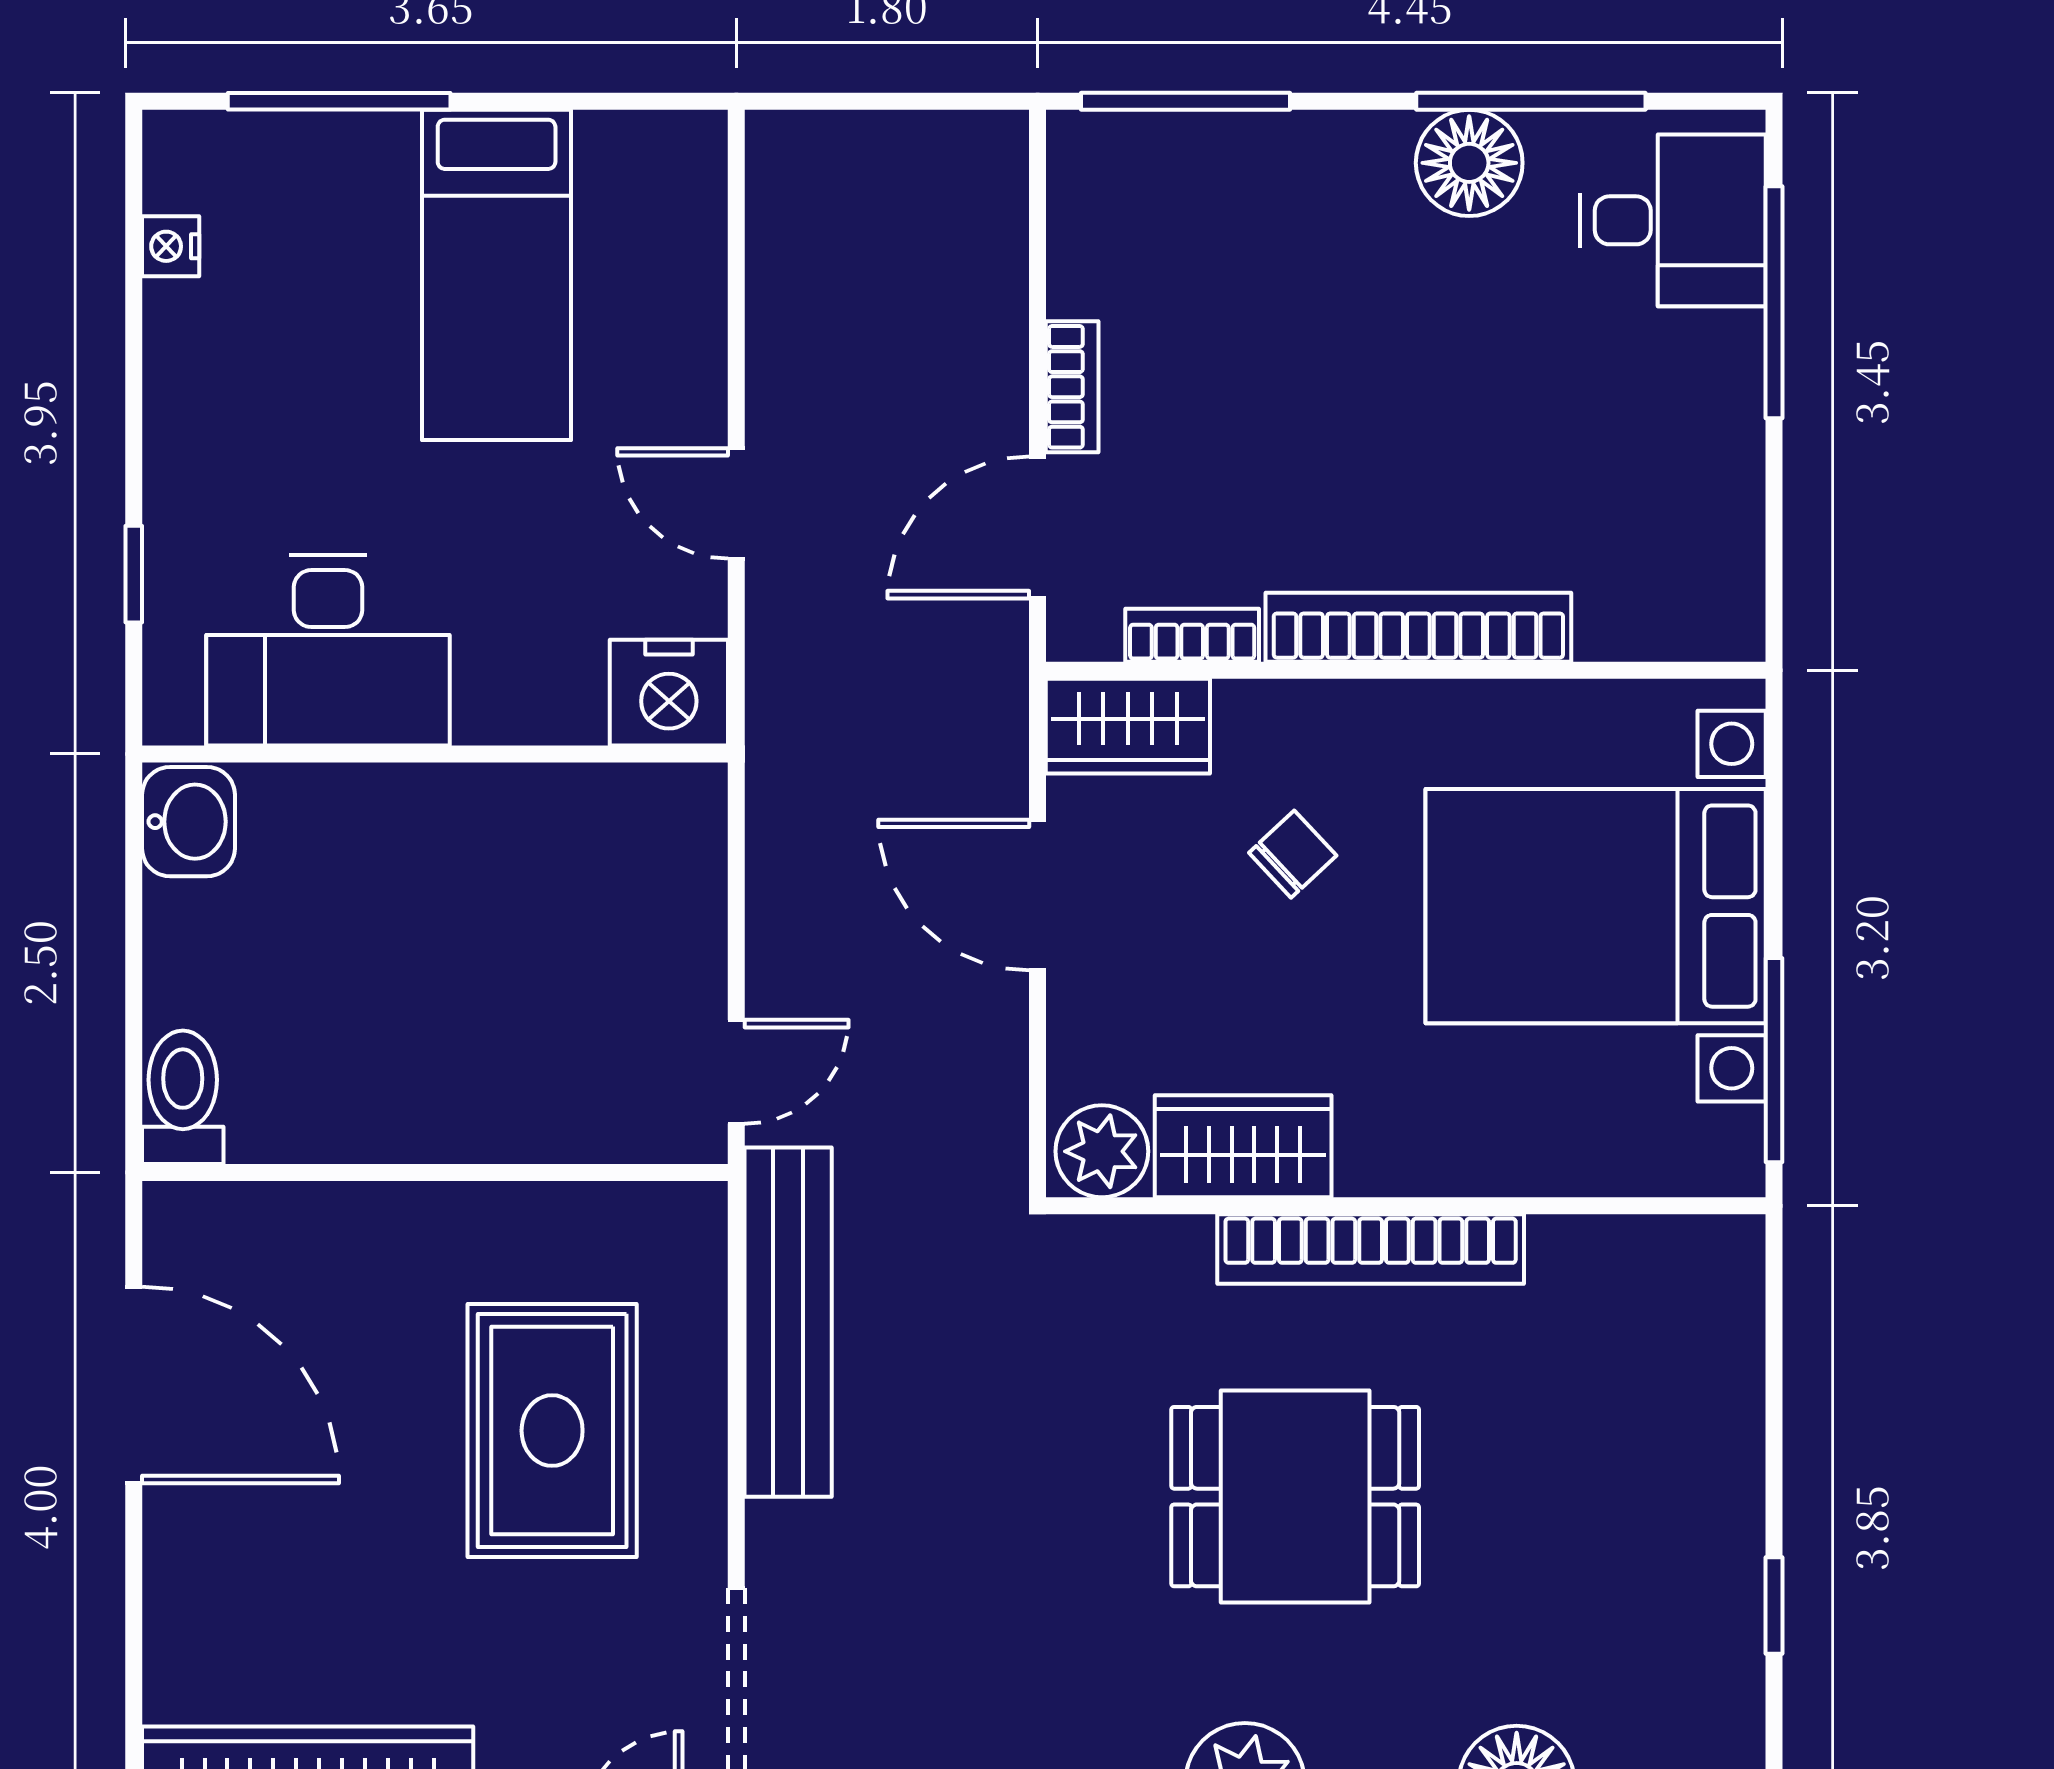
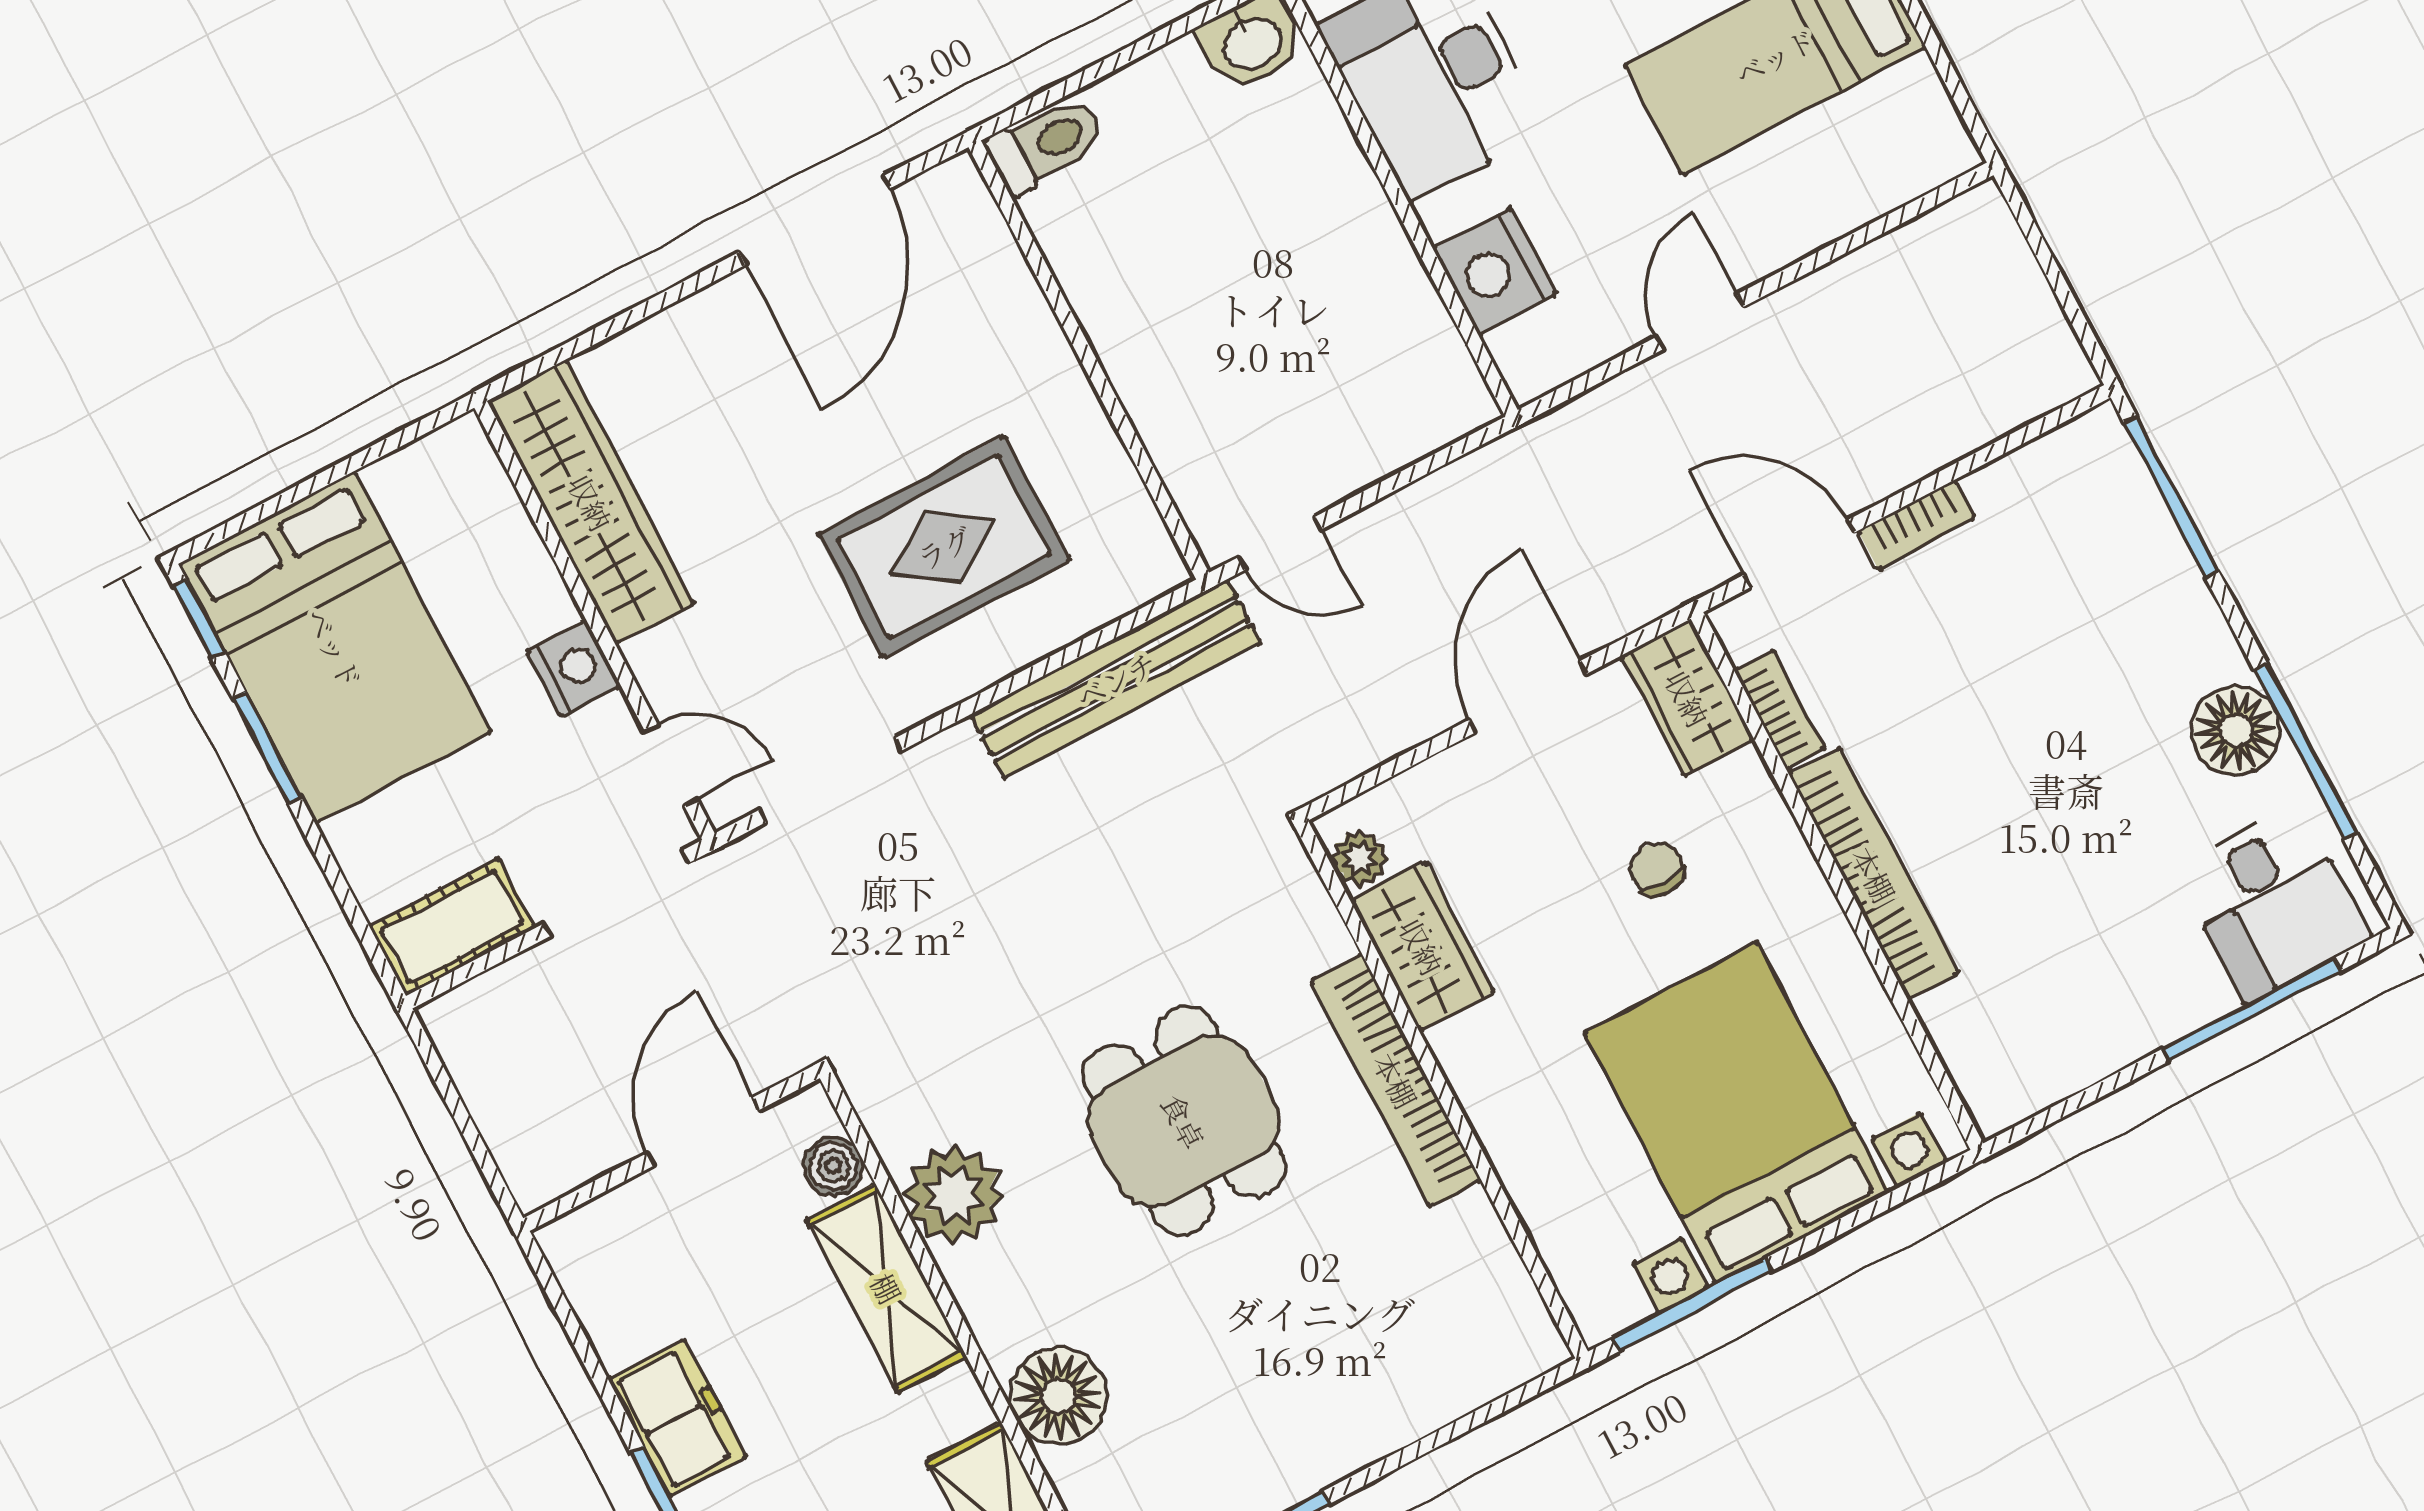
nightstand: (669, 693) -> (1495, 272), moved
chair: (1293, 854) -> (1657, 869), turned -137
plant: (1102, 1151) -> (1359, 858), width x0.73, depth x0.73

